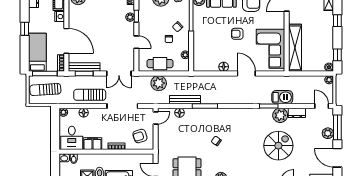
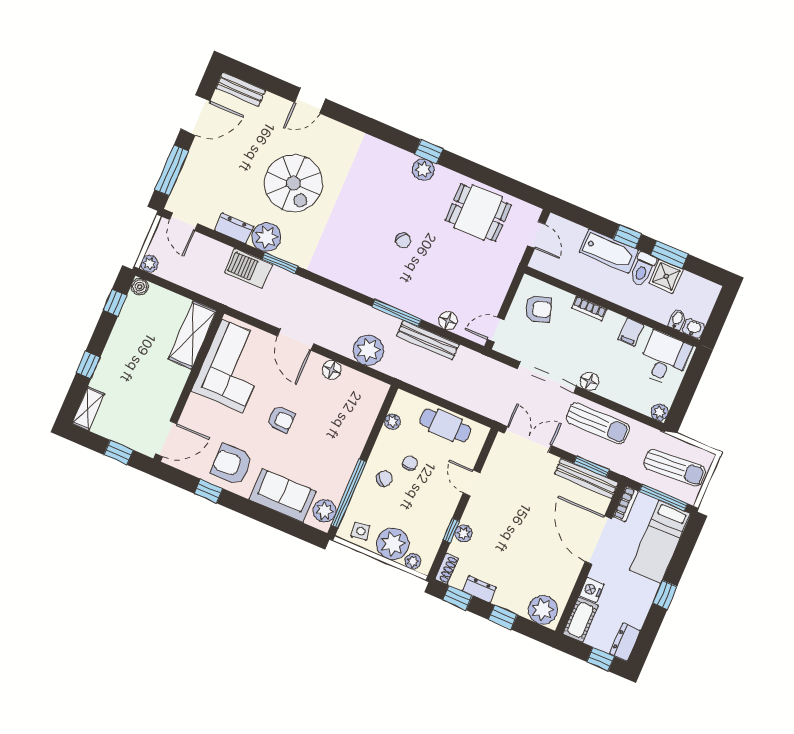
shelving: (295, 48) -> (192, 335), width x0.68
plant: (159, 83) -> (368, 350), moved
floor lamp: (84, 113) -> (589, 381), moved
plant: (328, 133) -> (194, 167), removed
filing cabinet: (93, 144) -> (631, 332), width x0.50
spiral stairs: (278, 146) -> (293, 183), turned -90
door: (337, 158) -> (195, 115), hinge flipped

